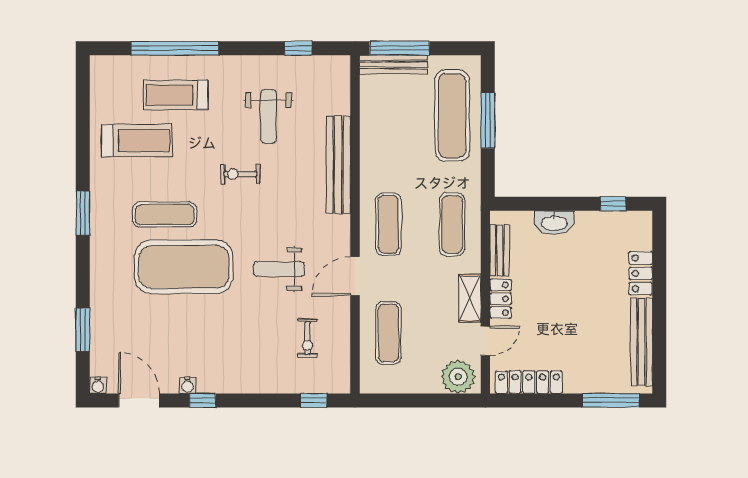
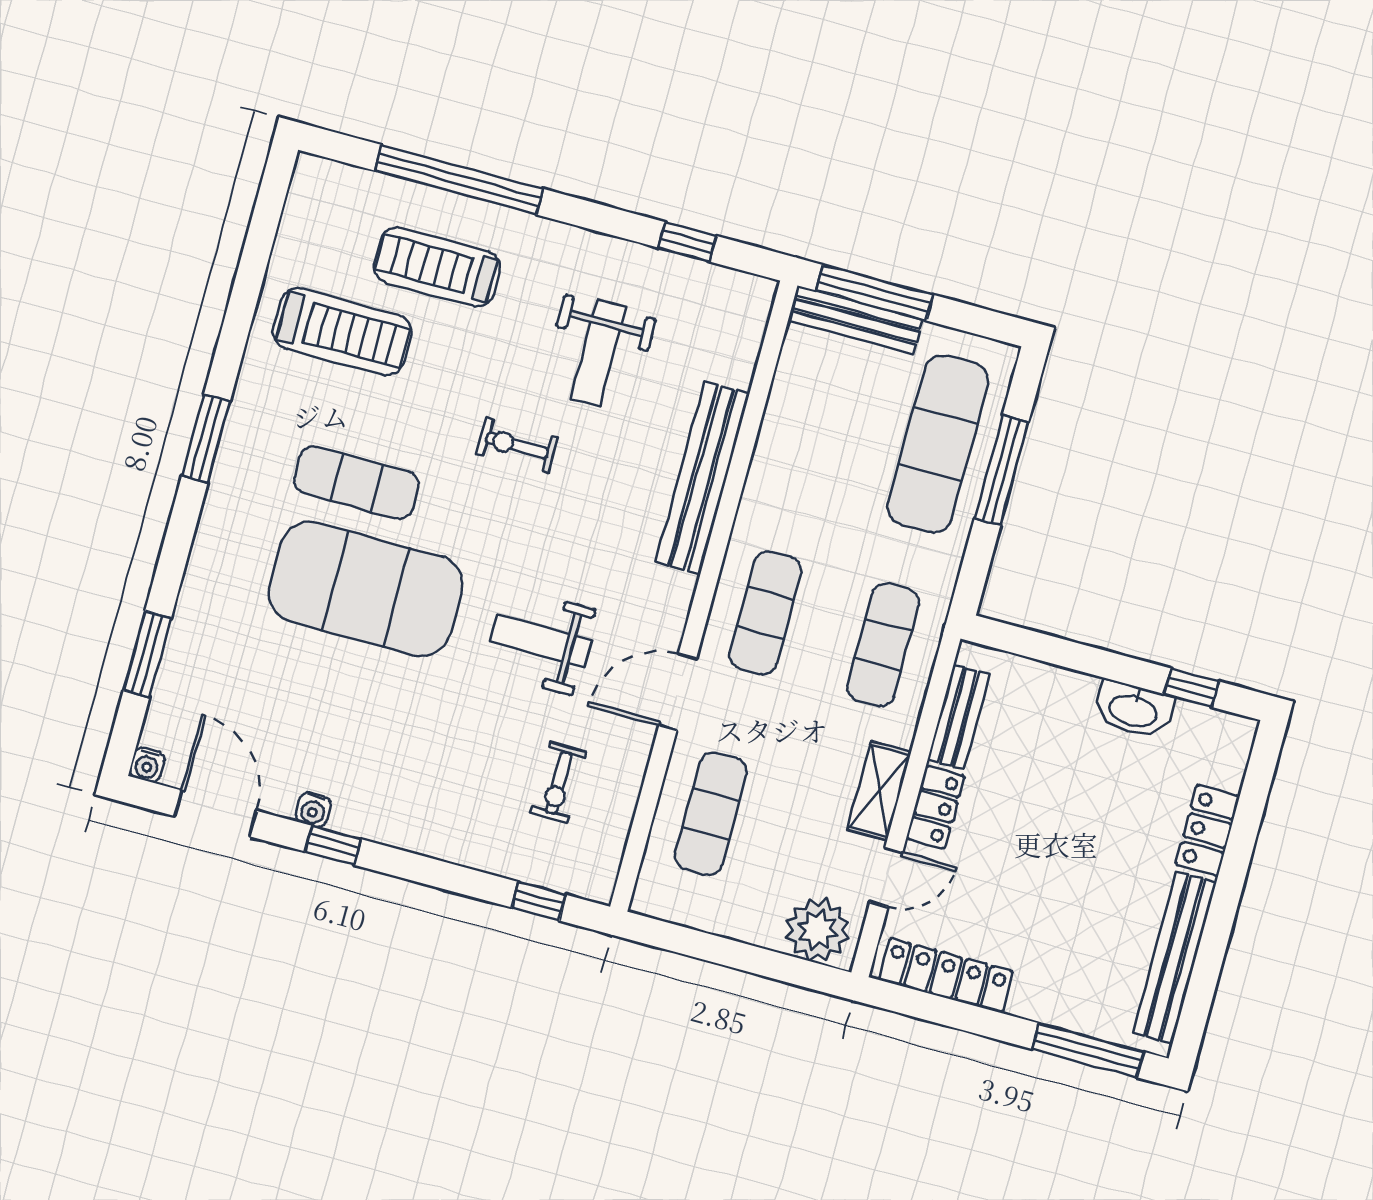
washbasin: (554, 223) -> (1134, 710), moved

